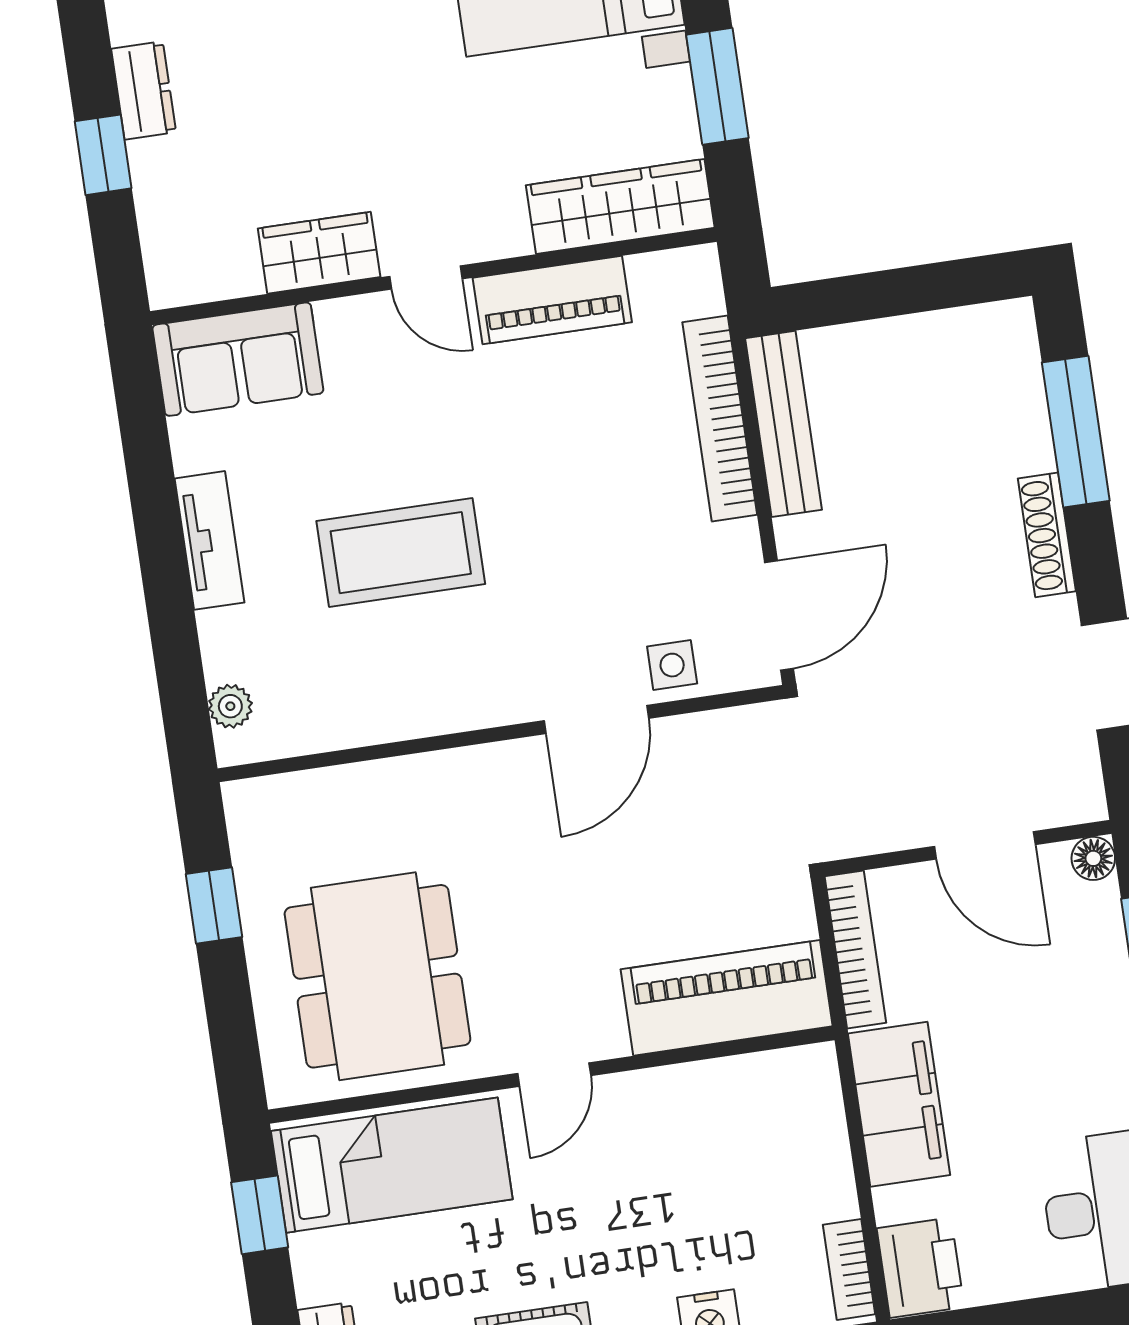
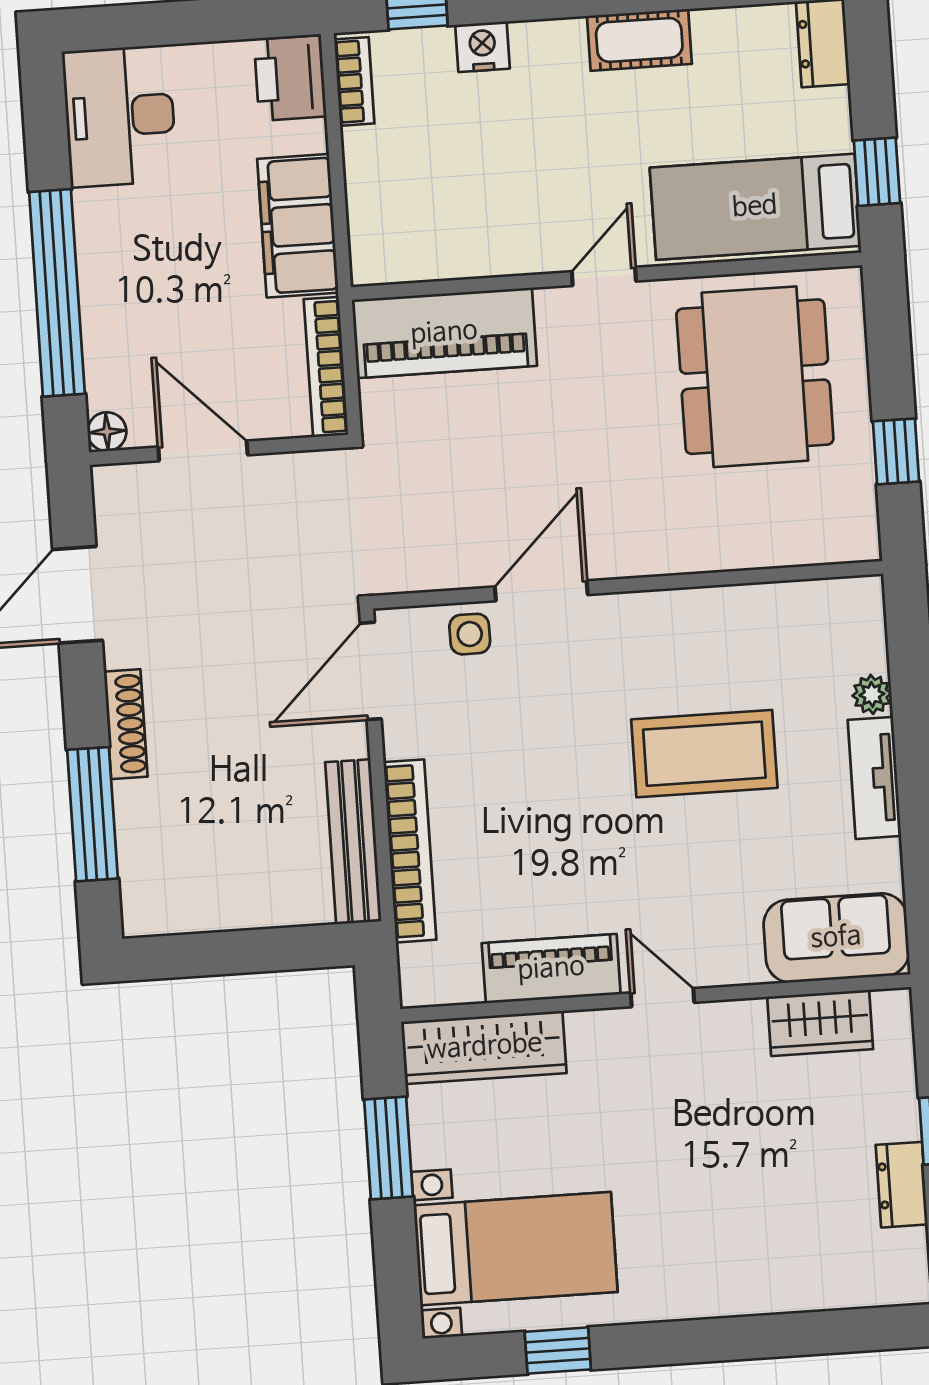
wardrobe: (319, 253) -> (820, 1023), moved
plant: (230, 706) -> (872, 694), moved

